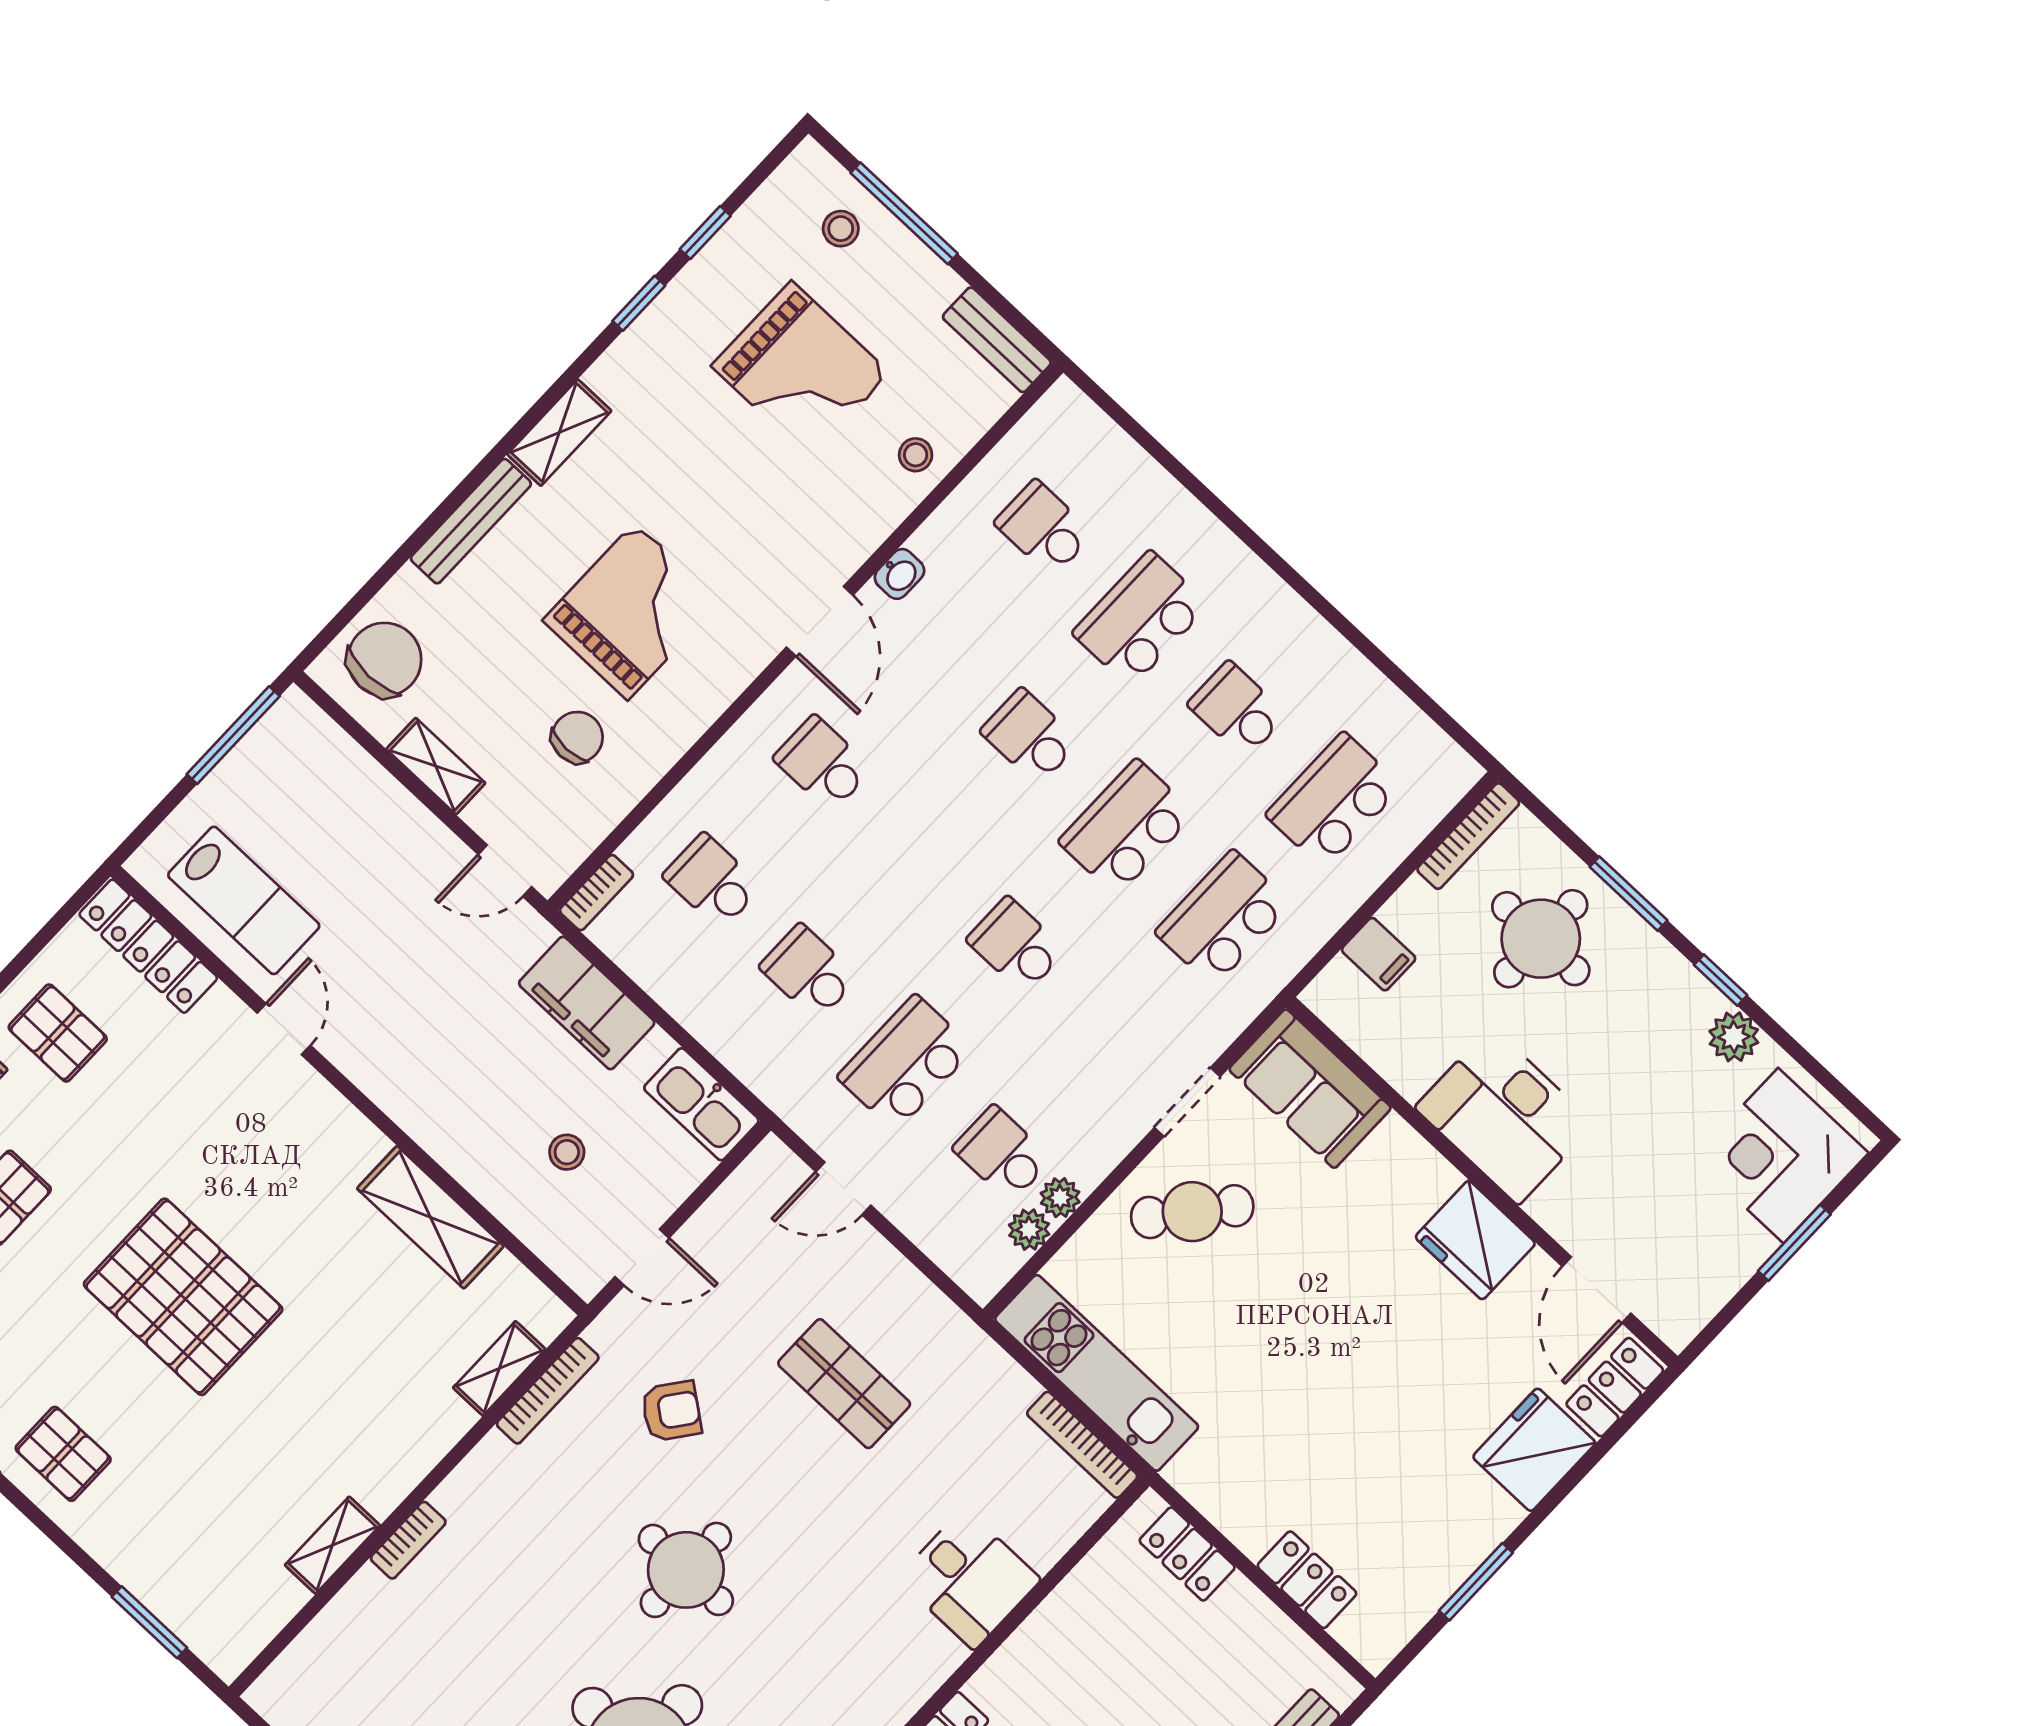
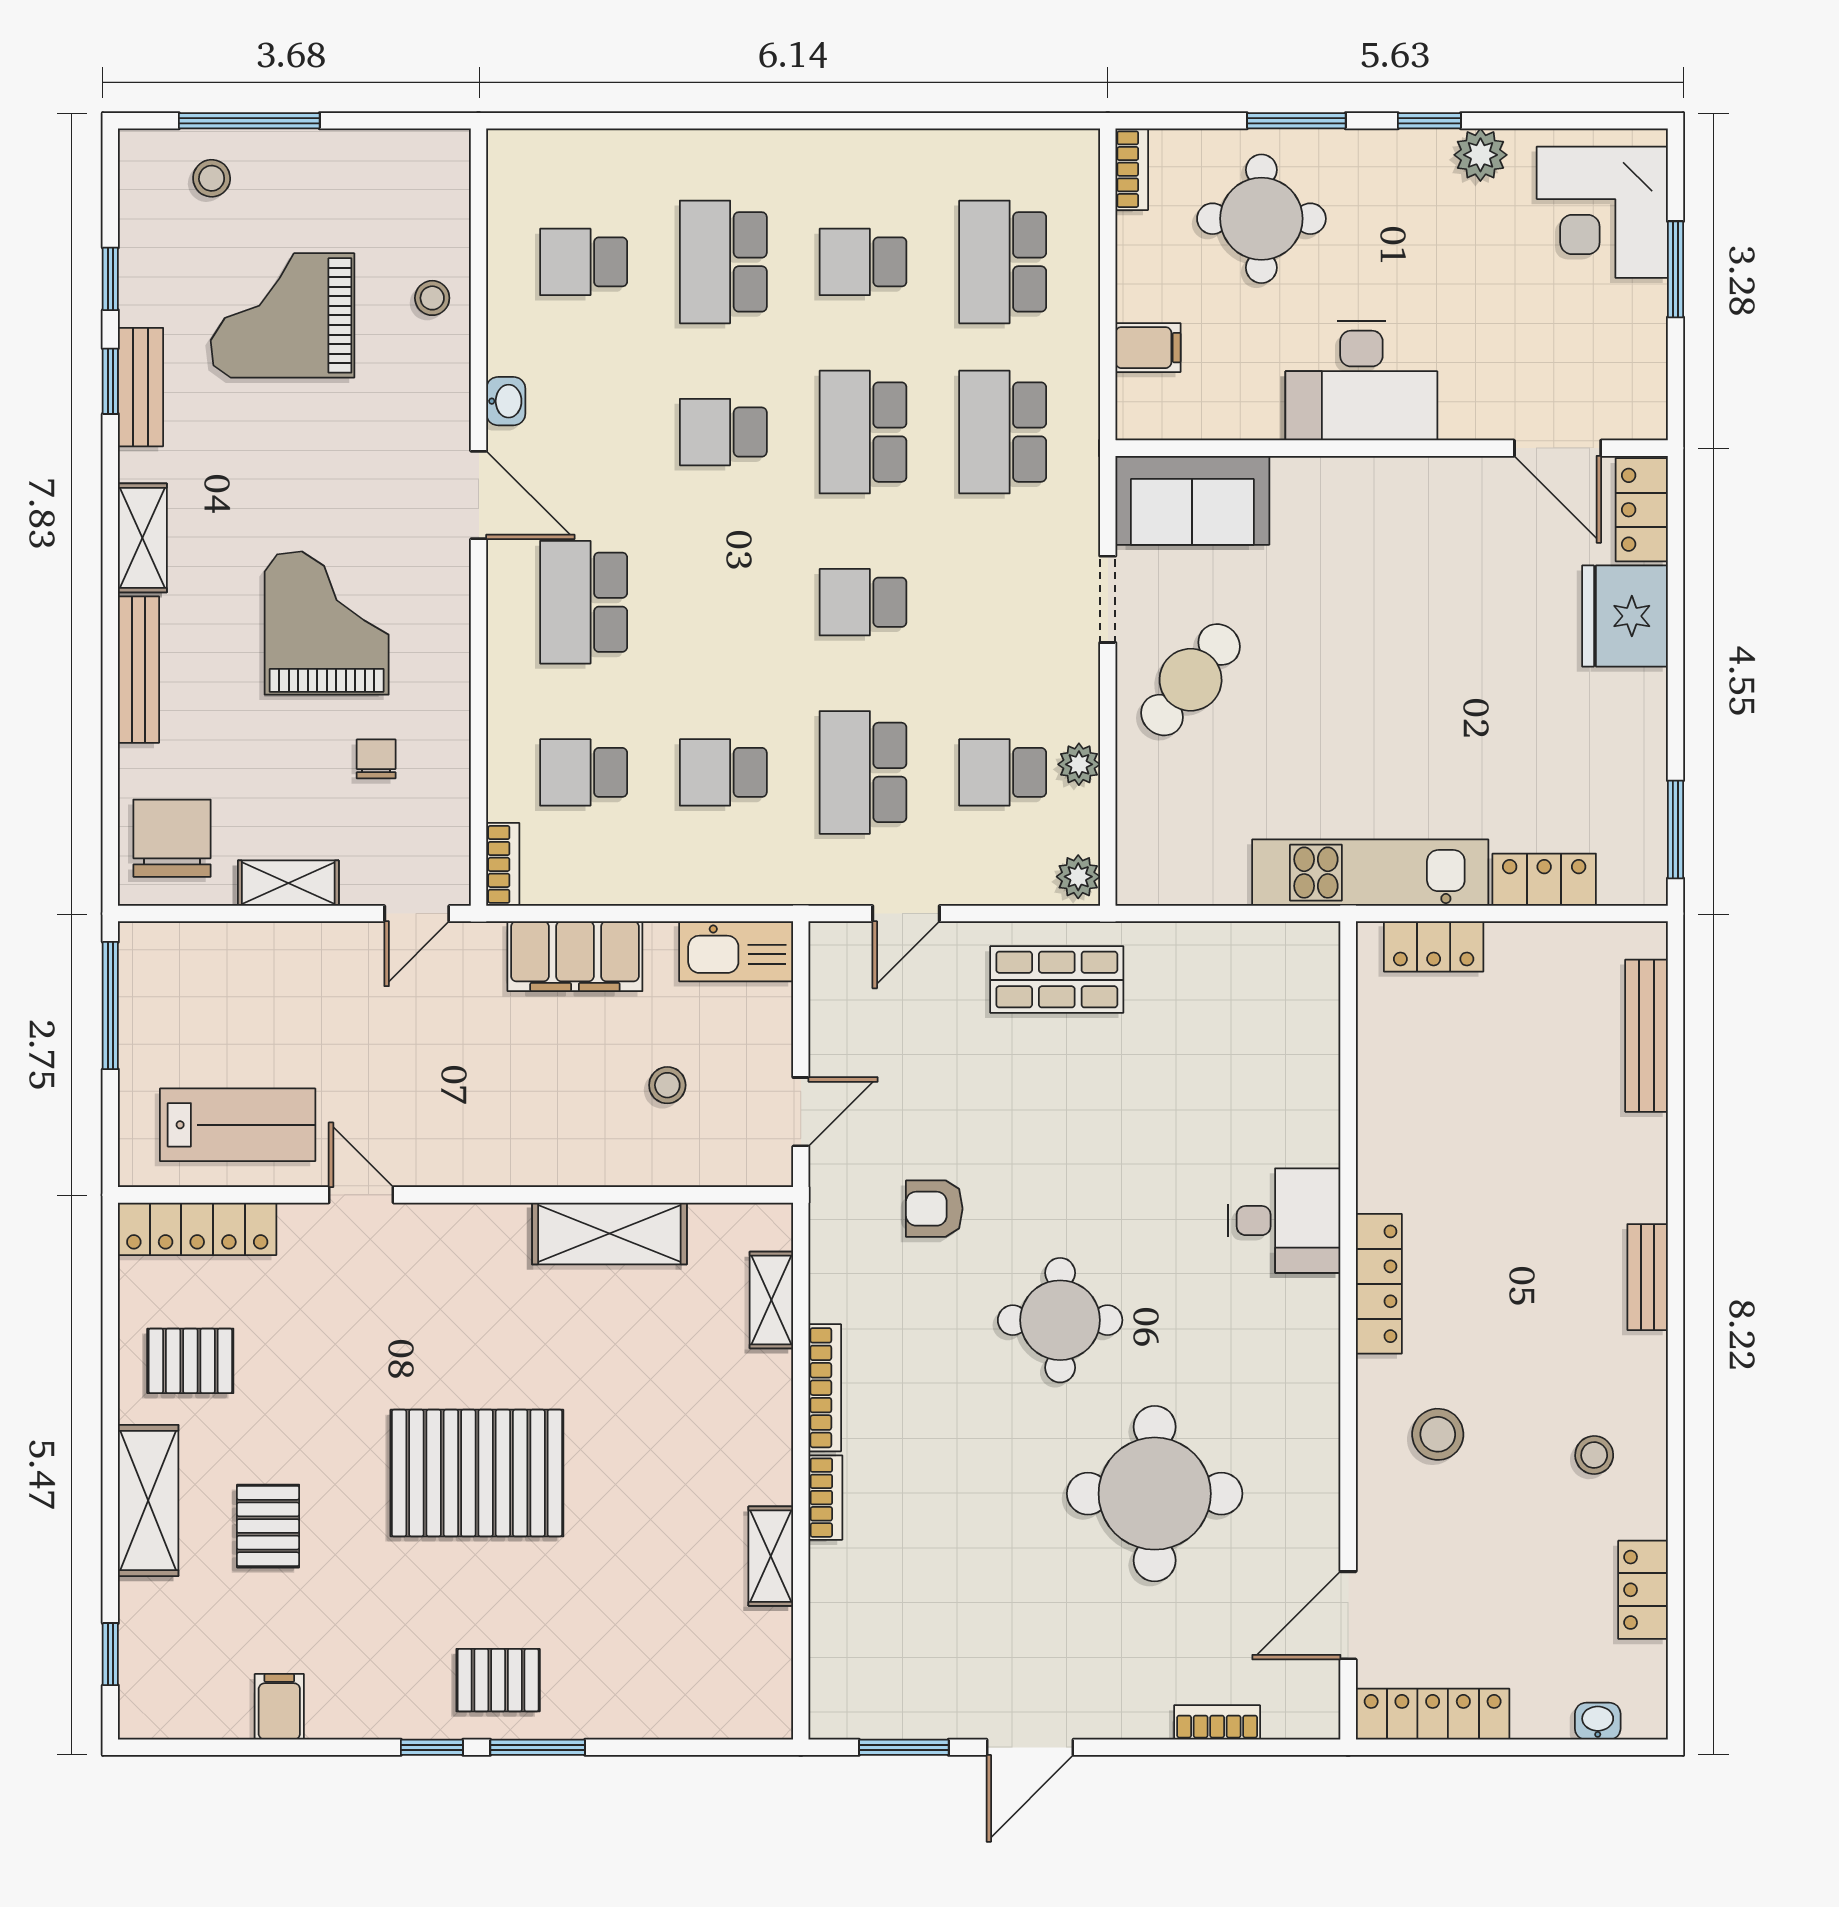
bench: (997, 340) -> (141, 387), moved, turned 90
grand piano: (801, 370) -> (282, 315), turned 180
chair: (577, 737) -> (376, 759), width x0.73, depth x0.73
school desk: (823, 764) -> (584, 602), width x1.85
bookcase: (1468, 836) -> (1132, 169), width x0.64
plant: (1029, 1230) -> (1078, 877), moved
fridge: (1475, 1240) -> (1429, 497), removed
kitchen unit: (1097, 1373) -> (1370, 873), moved
shop shelf: (844, 1384) -> (1057, 980), moved
bookcase: (548, 1391) -> (825, 1388), moved
armchair: (671, 1411) -> (934, 1209), turned -127
bookcase: (1082, 1445) -> (1274, 938), removed
desk: (969, 1579) -> (1284, 1221), moved
window: (1476, 1582) -> (1675, 829), moved
window: (149, 1622) -> (538, 1747), moved

